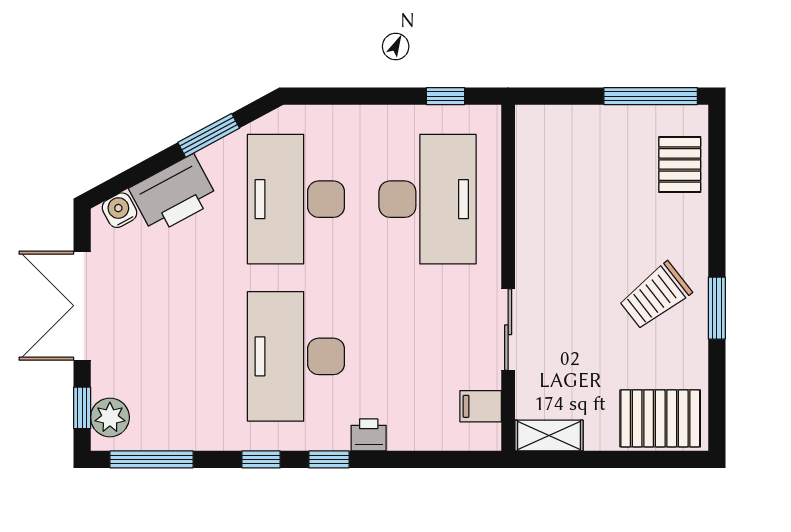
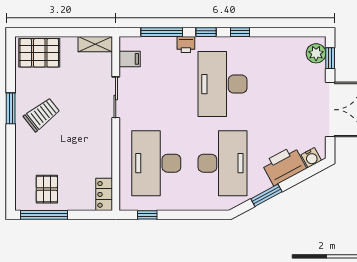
locker: (531, 137) -> (104, 194), added
pallet: (680, 165) -> (47, 189), moved
desk: (296, 356) -> (222, 84), turned 180
window: (151, 459) -> (162, 32), moved

